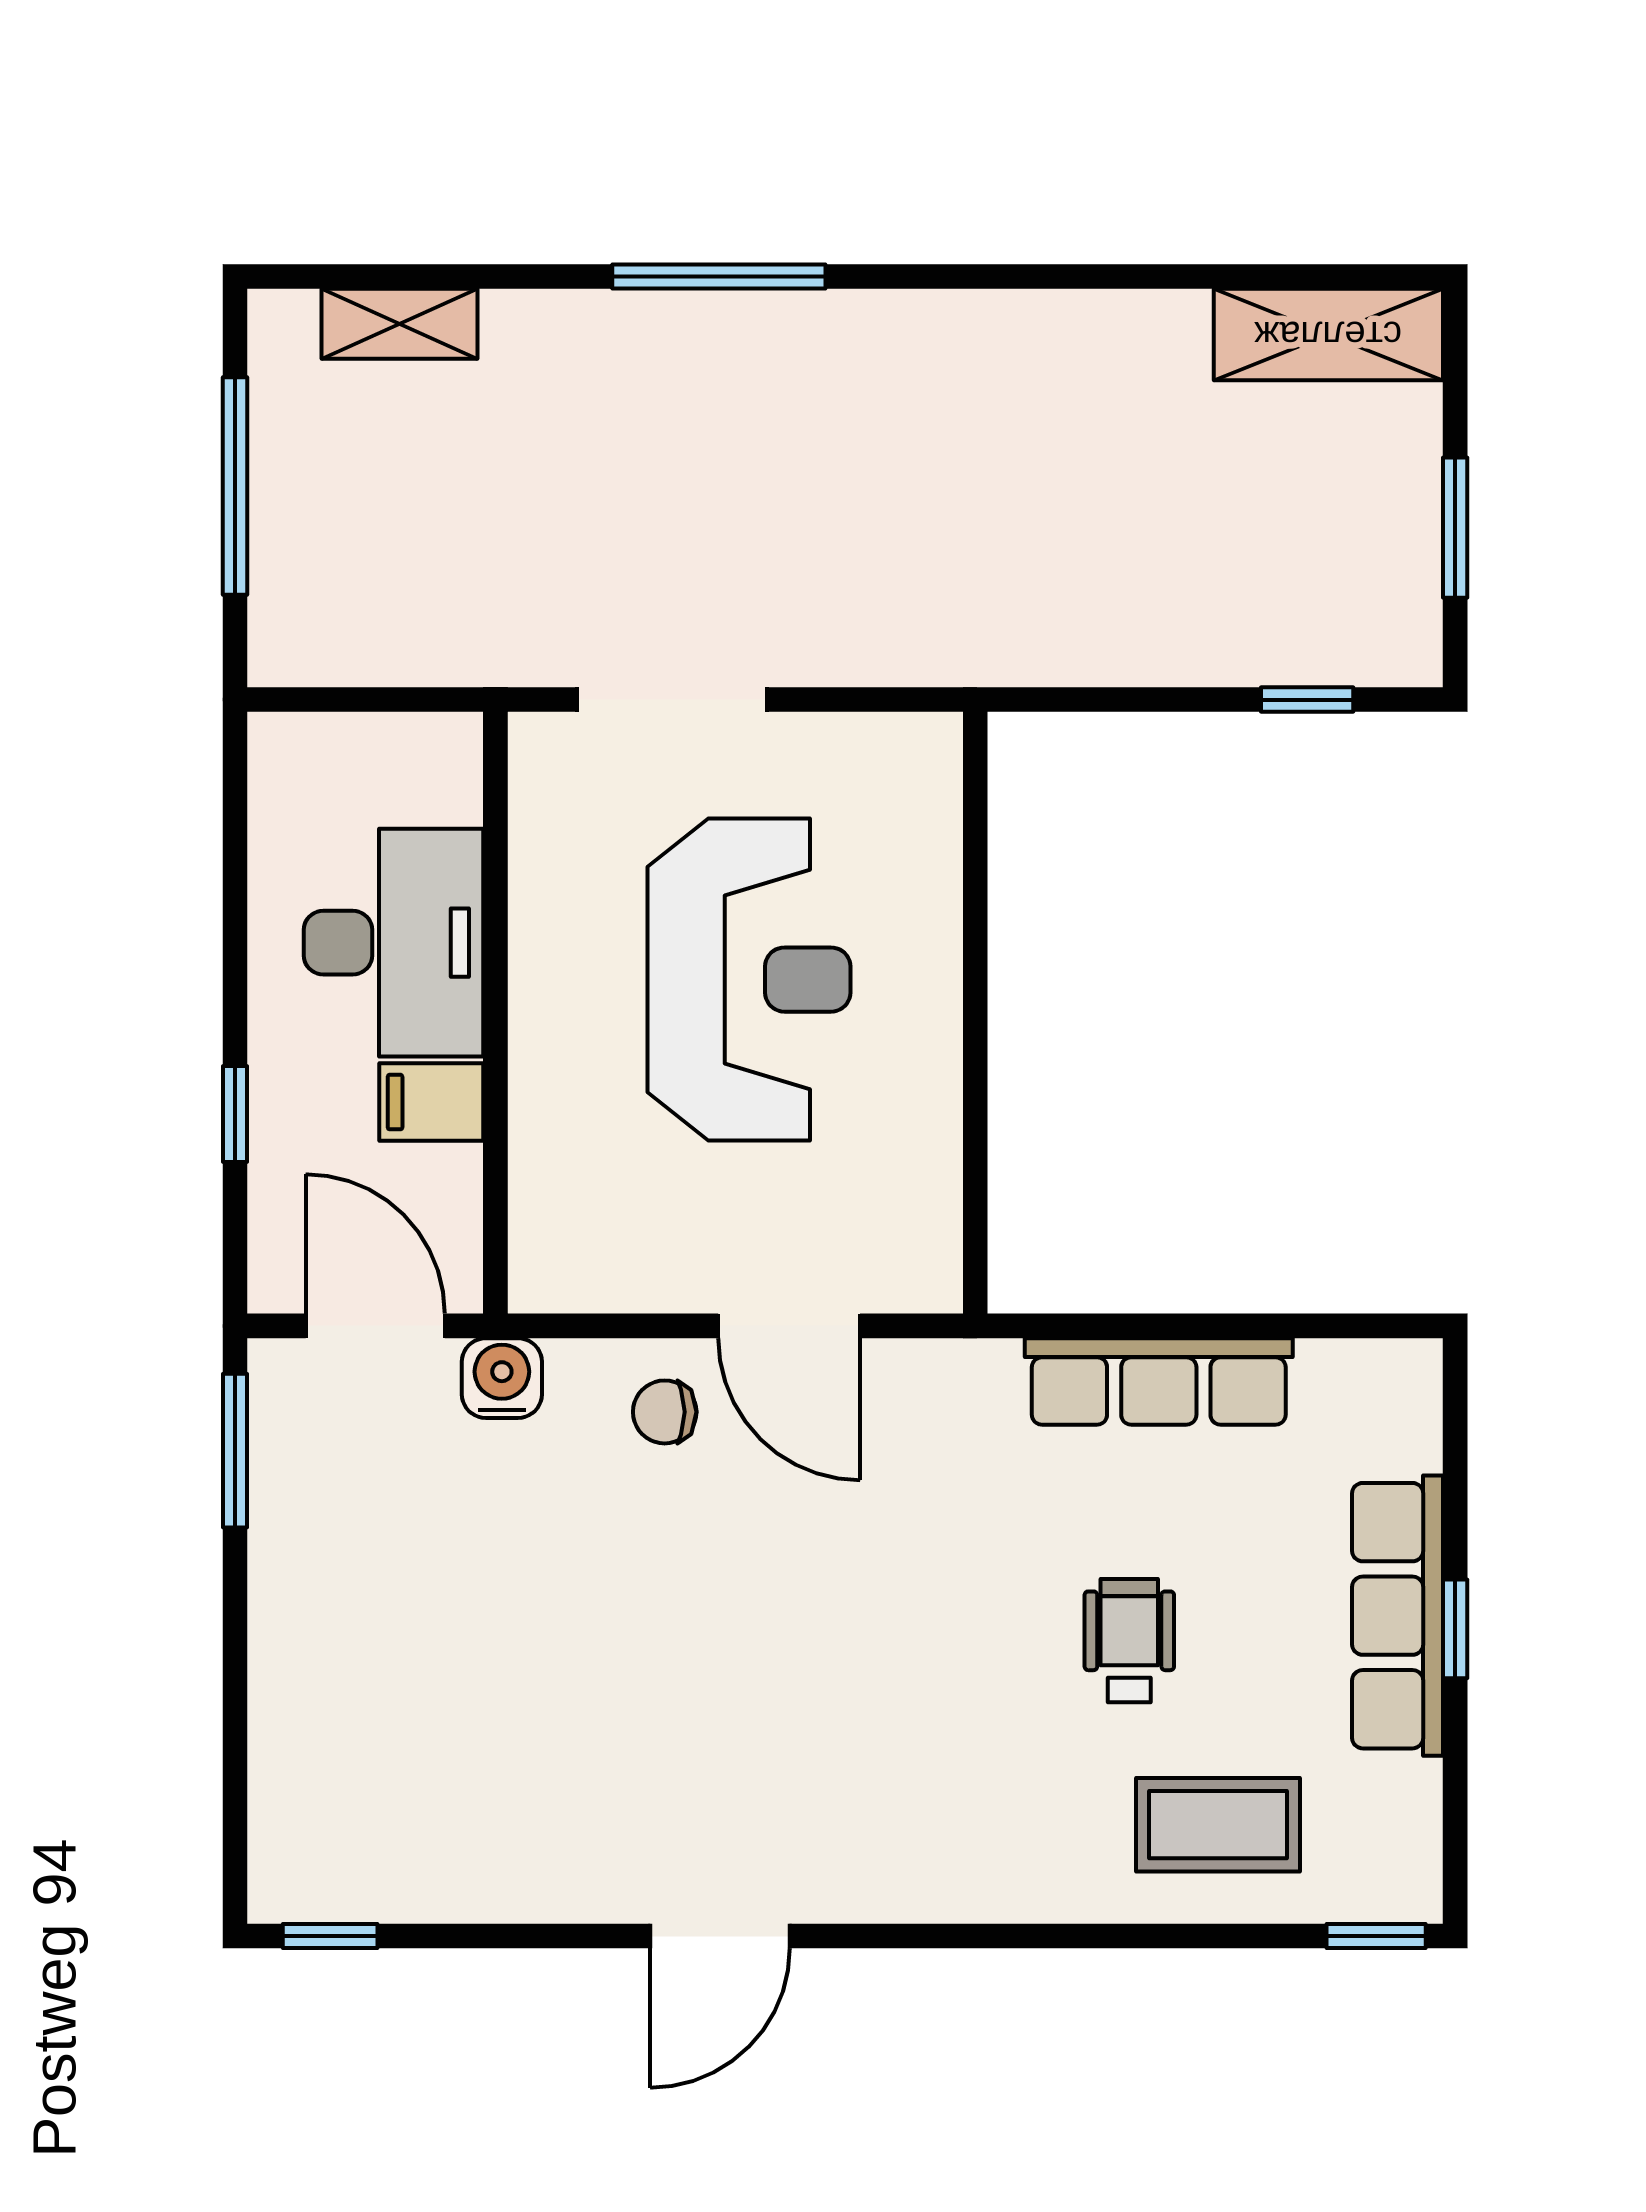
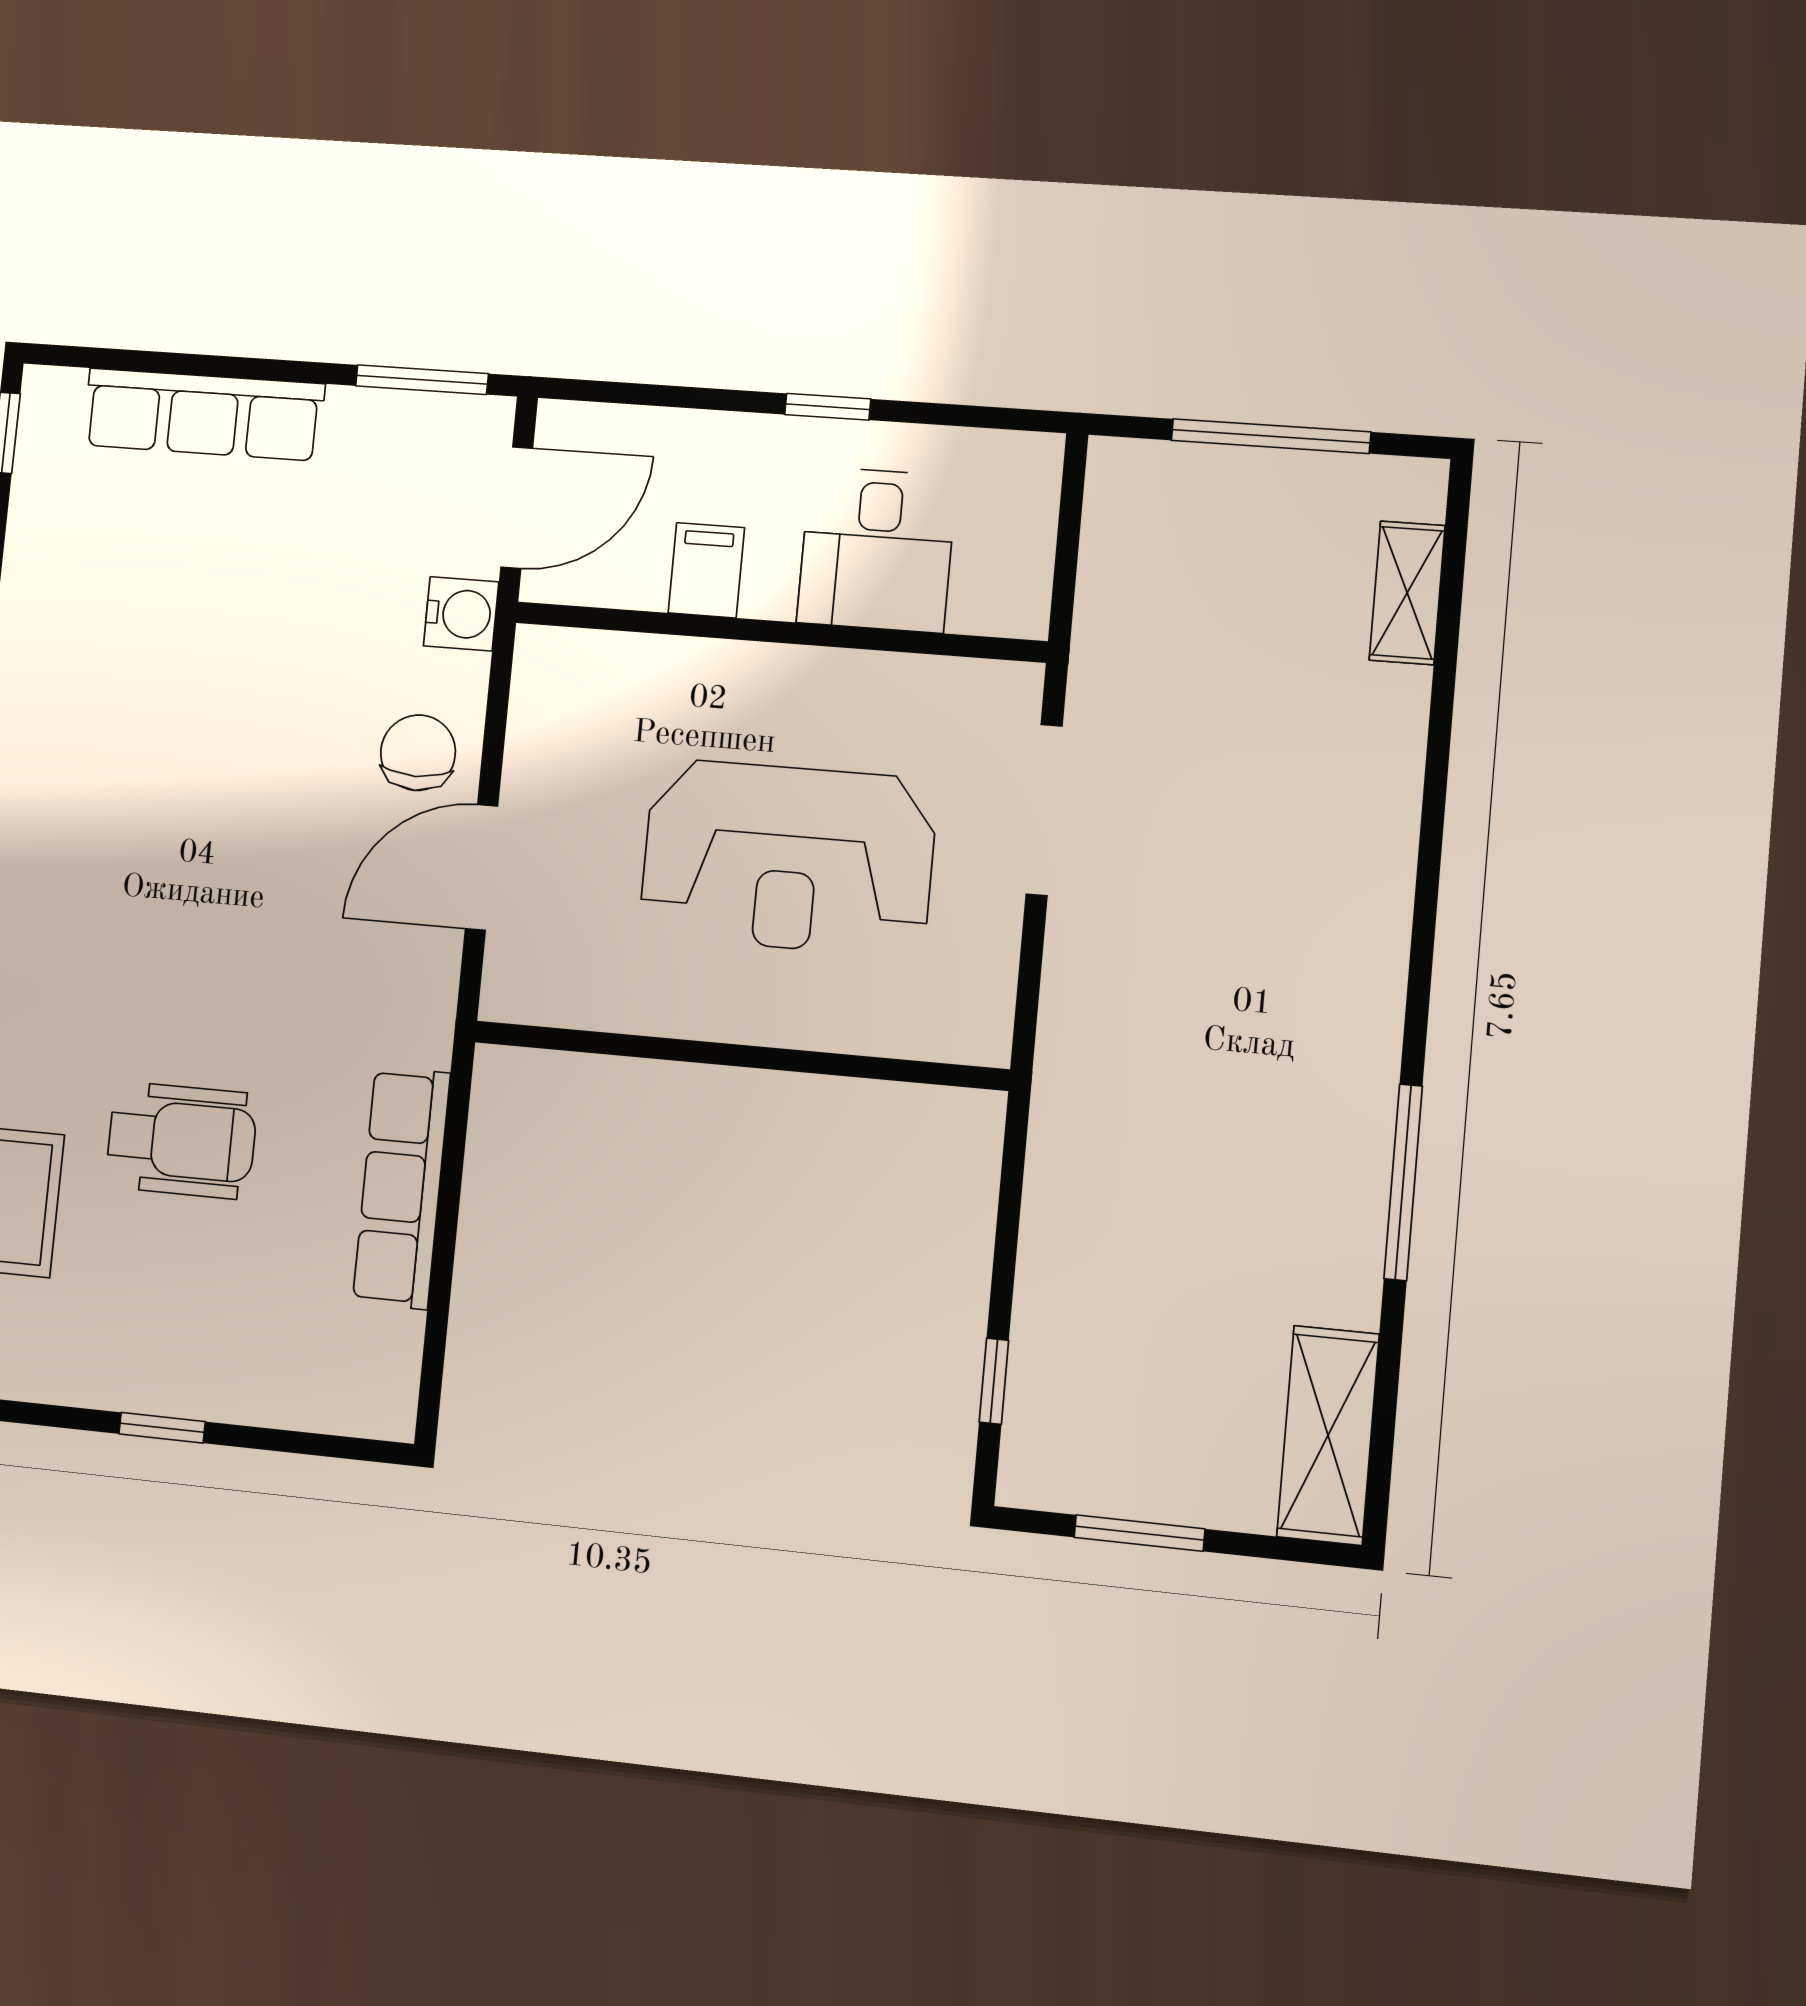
window: (719, 277) -> (1403, 1182), moved
desk: (394, 943) -> (877, 549), width x0.73
window: (235, 1114) -> (828, 407), moved
chair: (665, 1412) -> (418, 753), width x1.37, depth x1.37
row of seats: (1398, 1616) -> (203, 414), moved, turned 180
wheelchair: (1129, 1641) -> (182, 1140), width x1.36, depth x1.37

